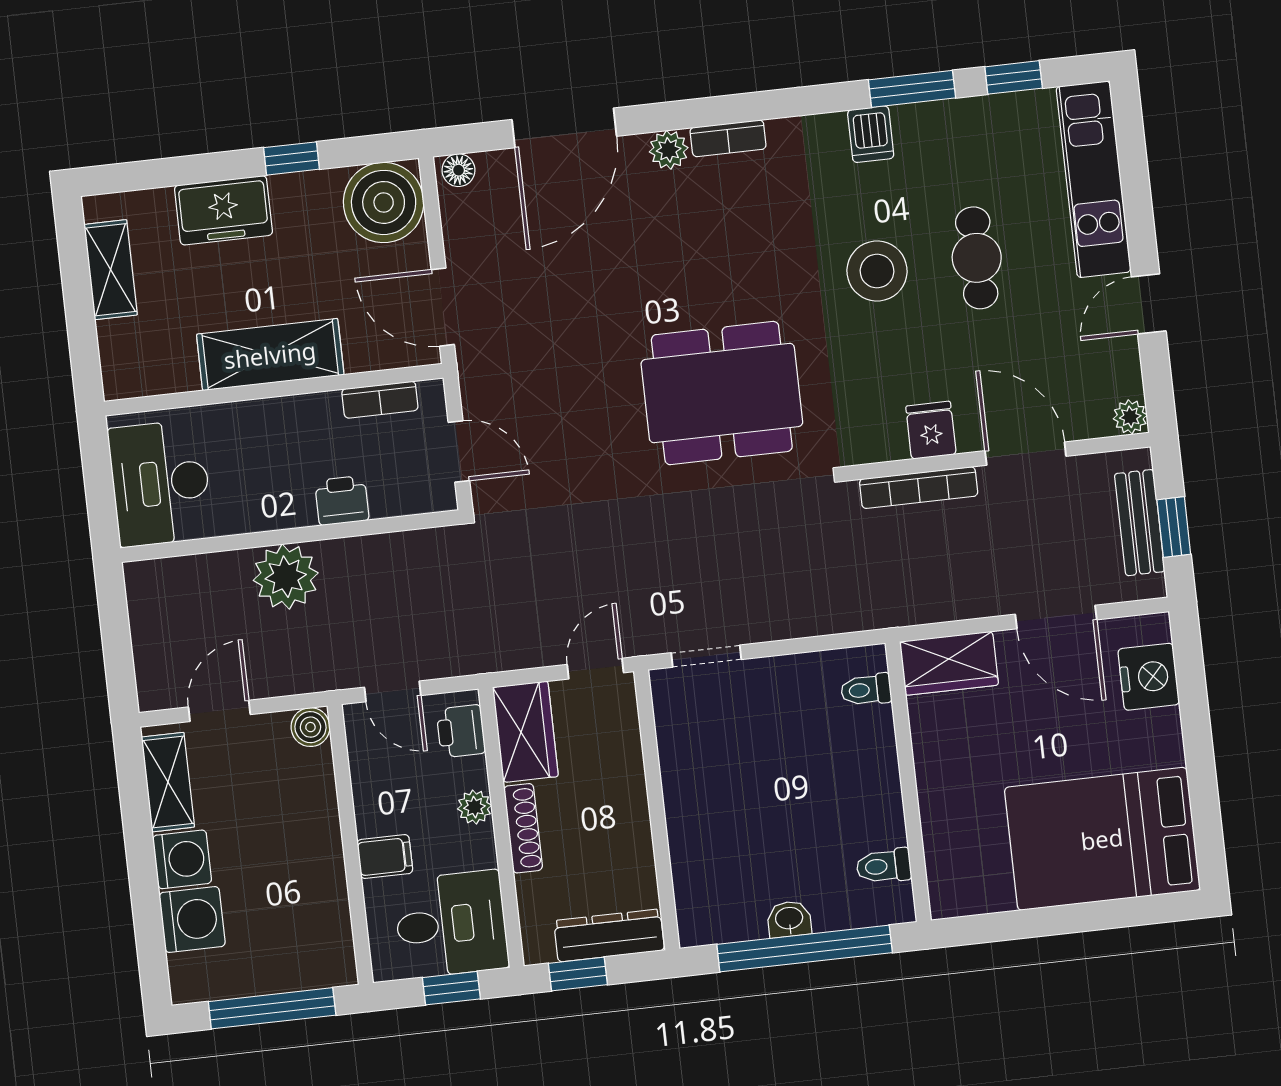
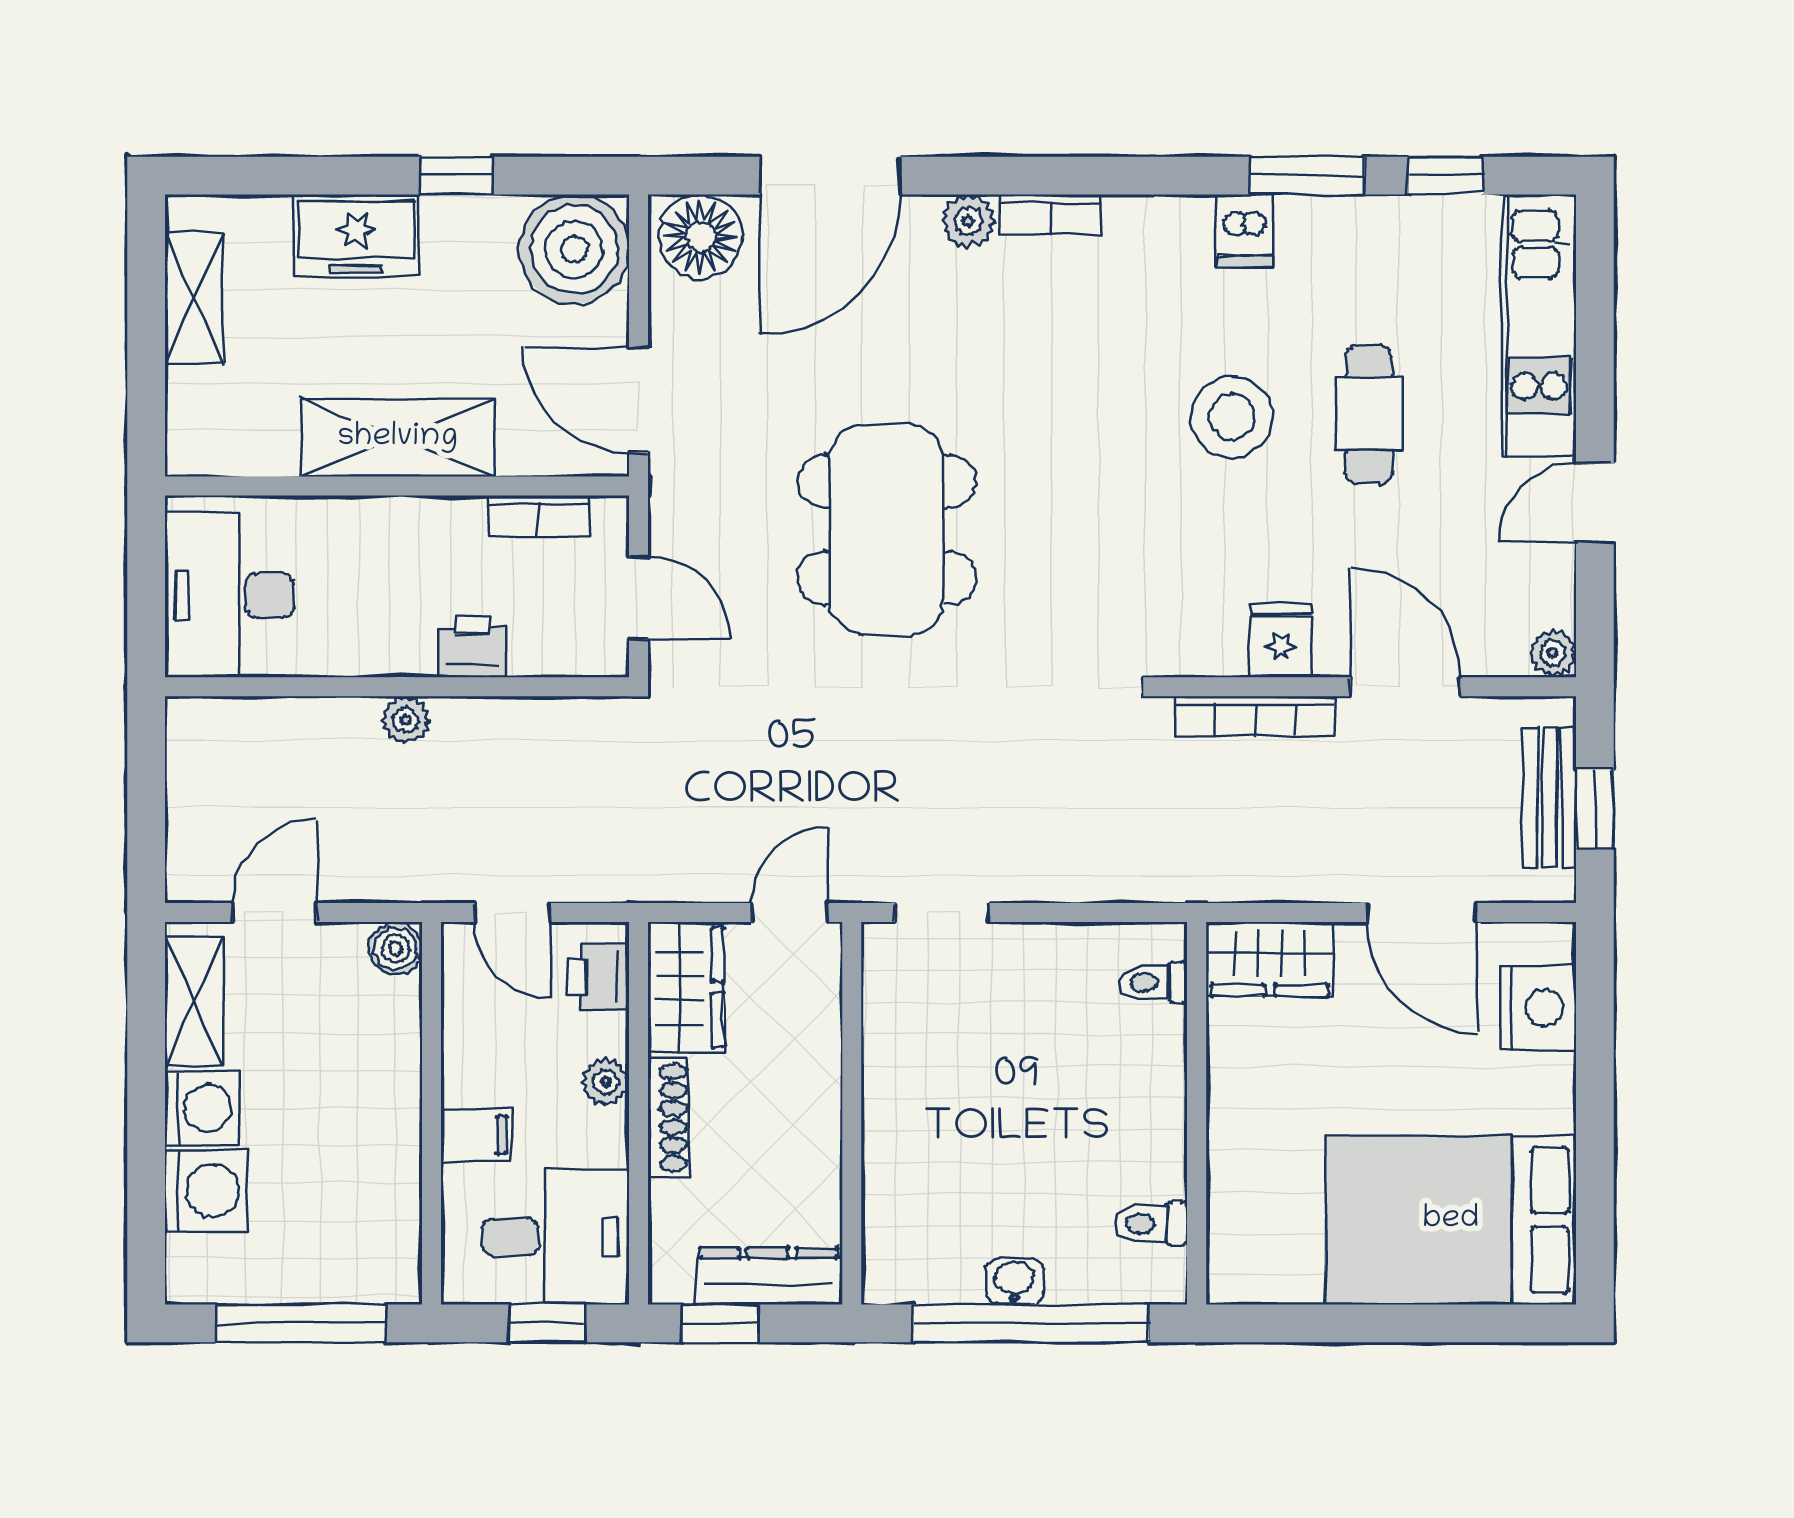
floor lamp: (458, 170) -> (700, 237), width x1.89, depth x1.89
dining table: (722, 393) -> (887, 530), moved, turned 90
plant: (286, 577) -> (406, 720), width x0.53, depth x0.53

